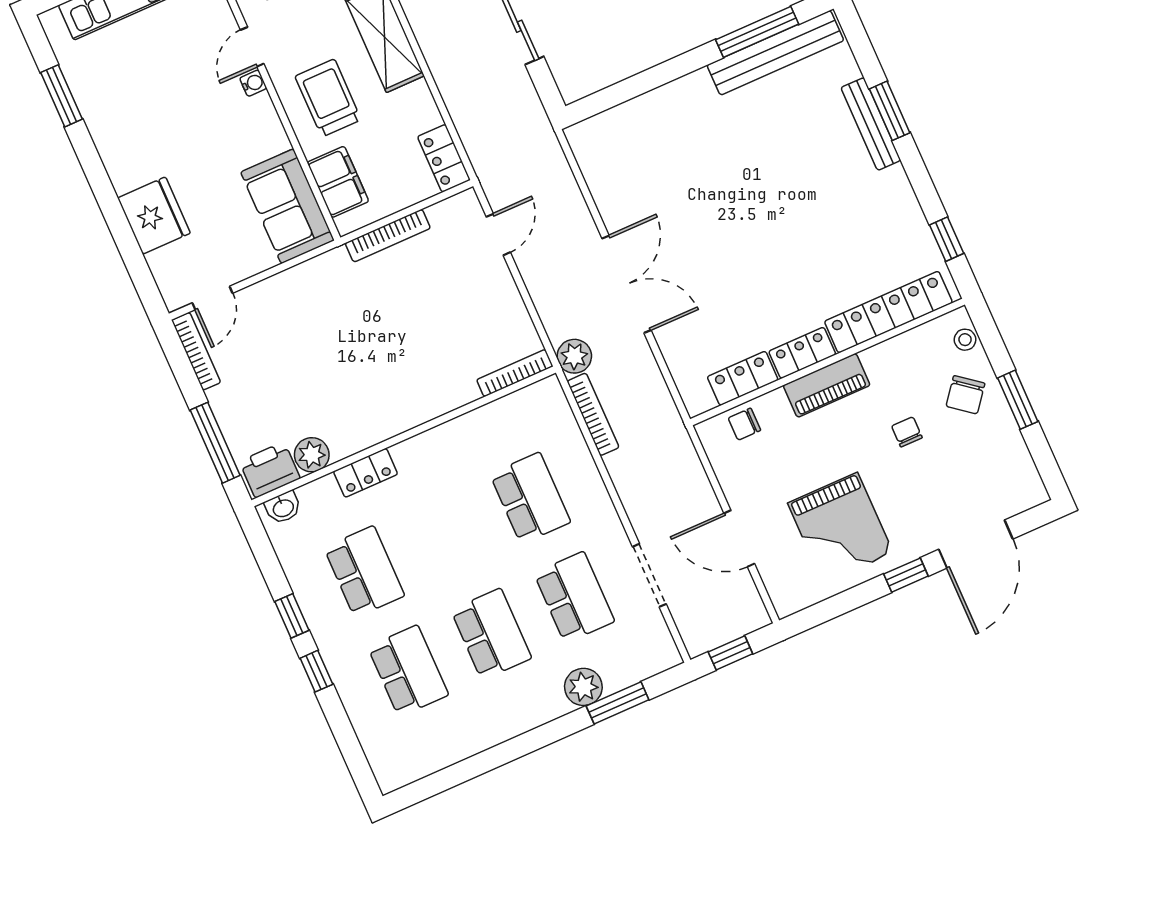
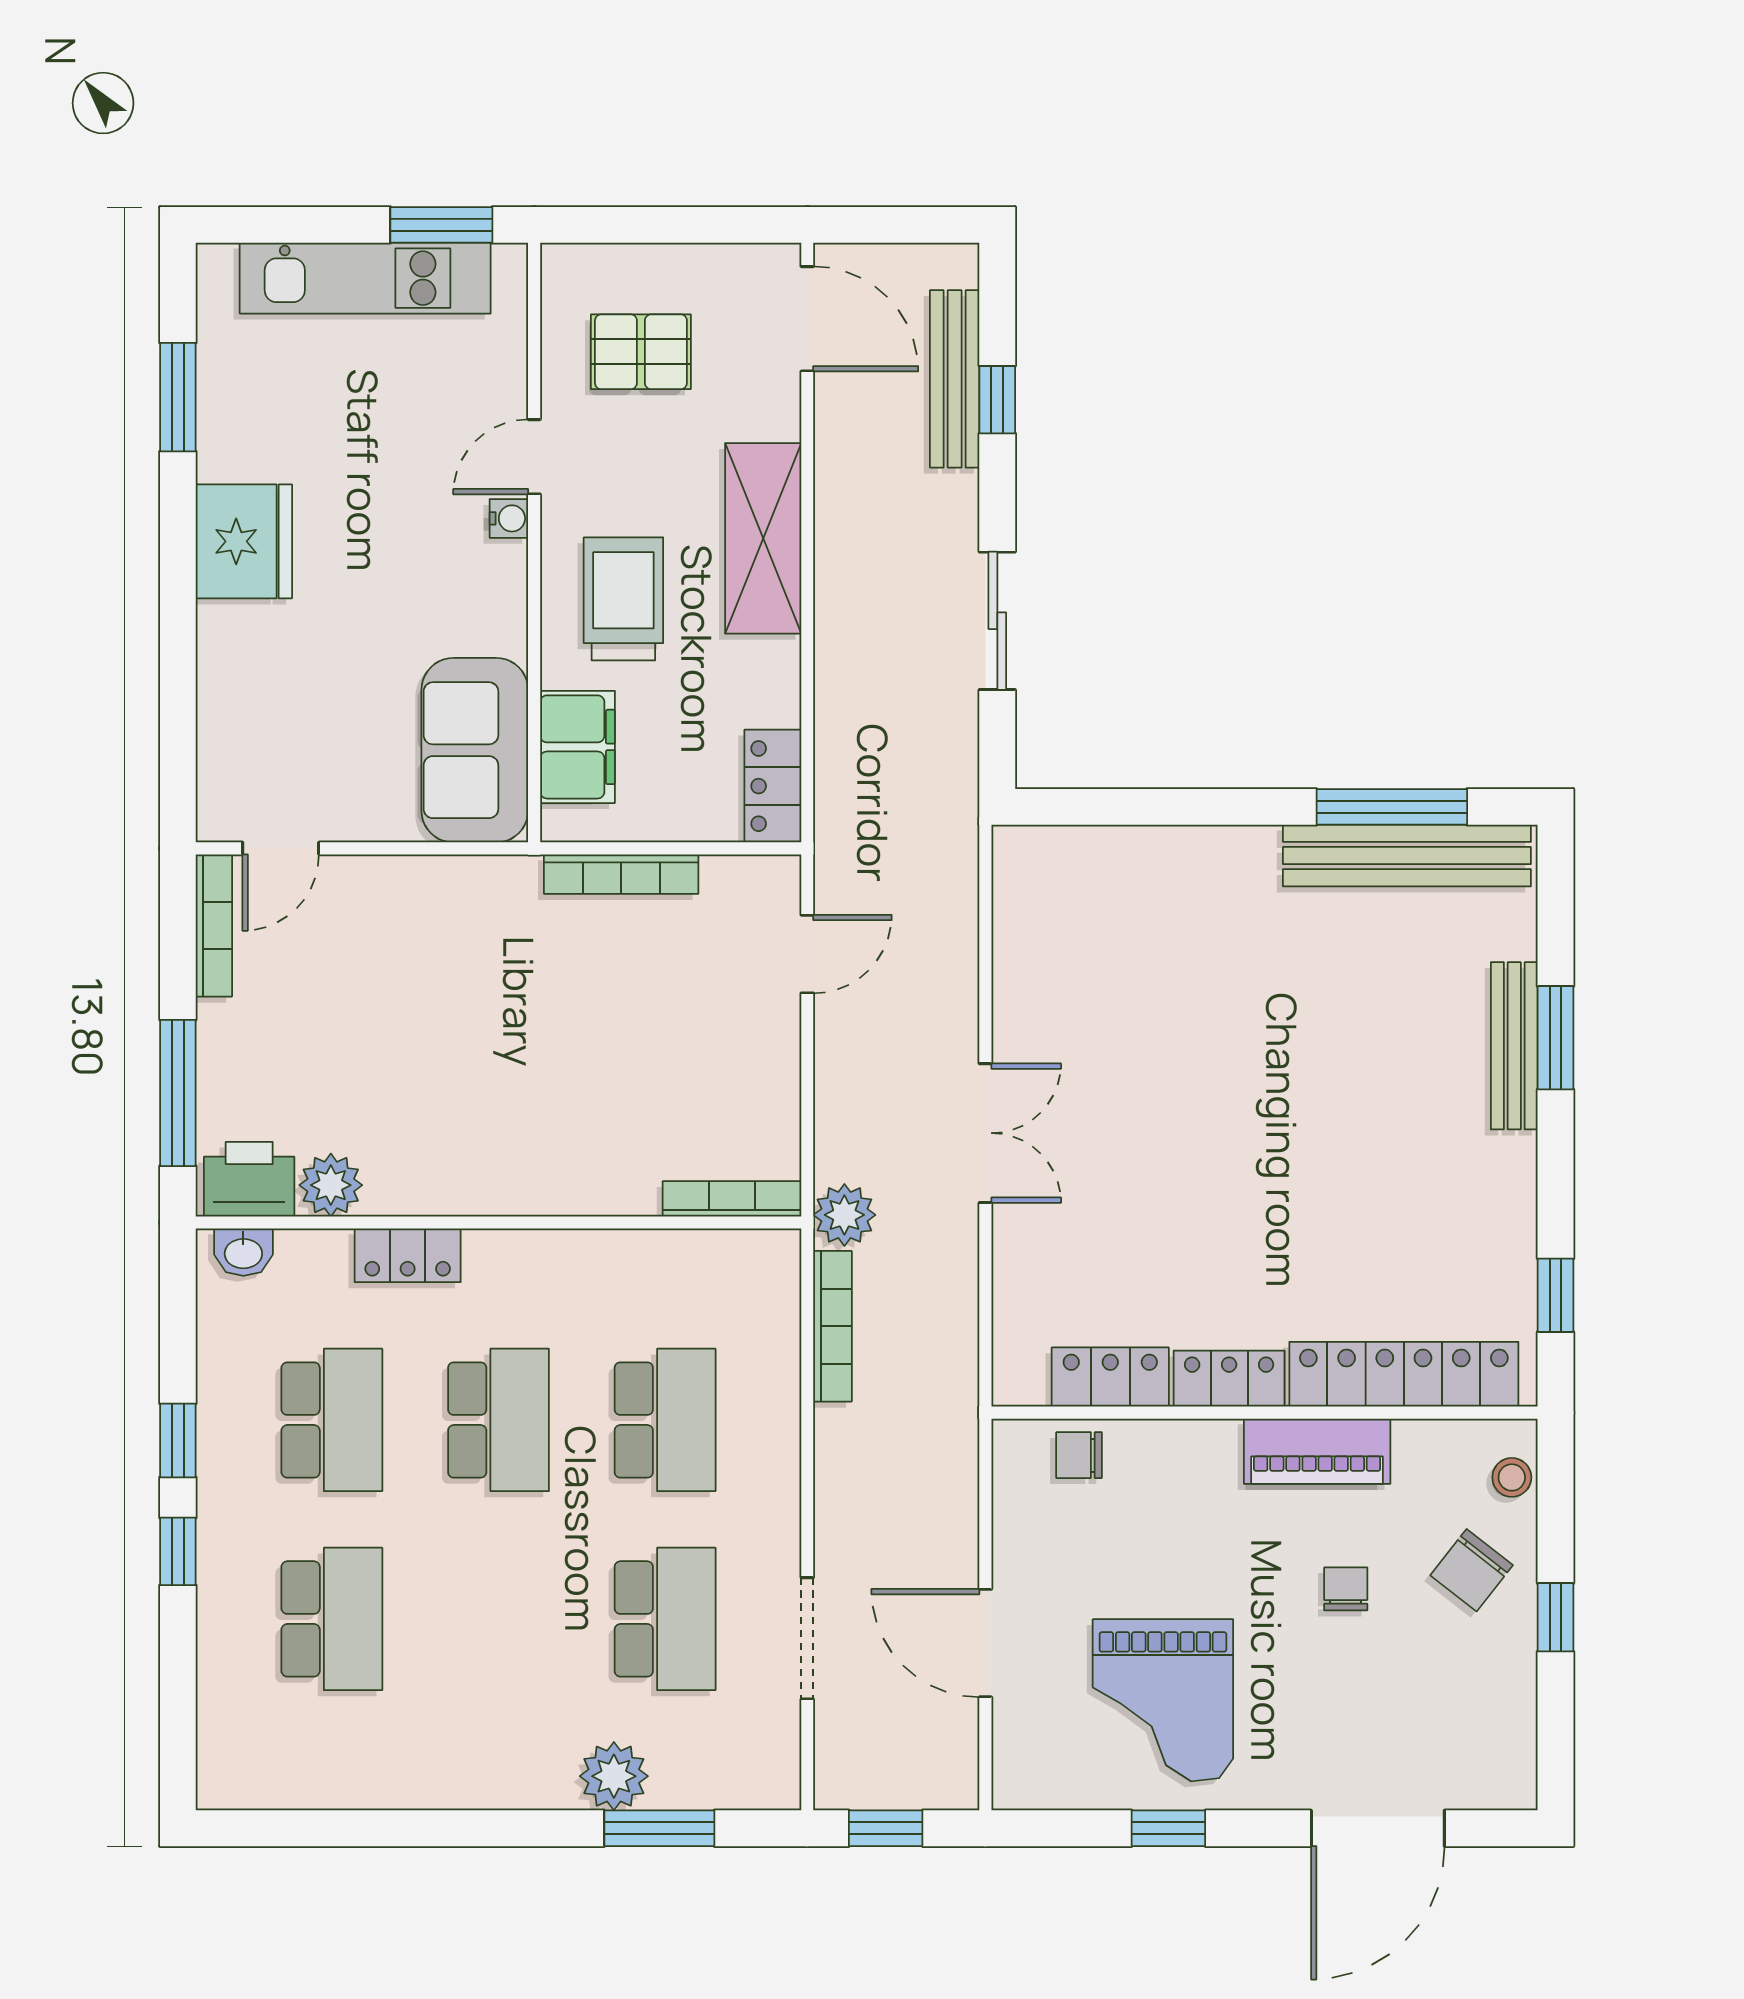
fridge: (154, 216) -> (244, 541), moved
double door: (627, 284) -> (985, 1133), width x0.73
piano: (827, 385) -> (1317, 1451), moved
window: (1018, 400) -> (1555, 1617), width x0.67
window: (906, 575) -> (1168, 1828), moved
school desk: (491, 634) -> (498, 1420), moved

